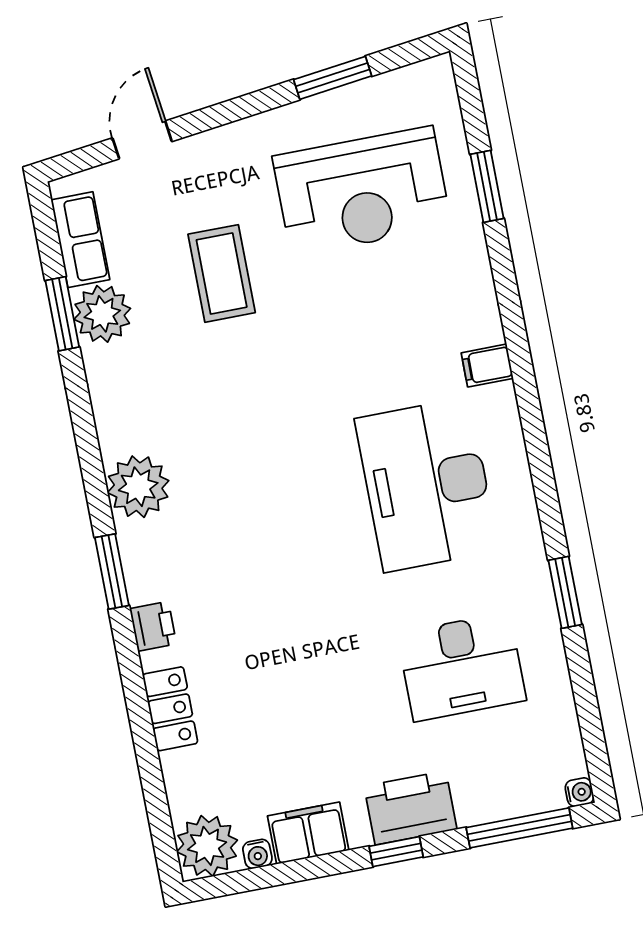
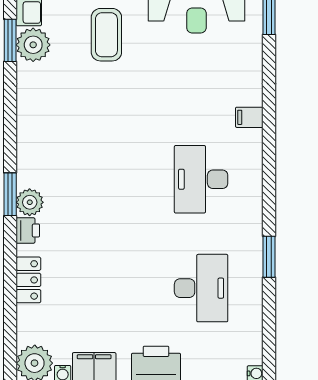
desk: (427, 485) -> (201, 179), width x0.73, depth x0.77
plant: (138, 487) -> (30, 202), moved, width x0.73, depth x0.73
desk: (462, 667) -> (201, 288), turned -90

